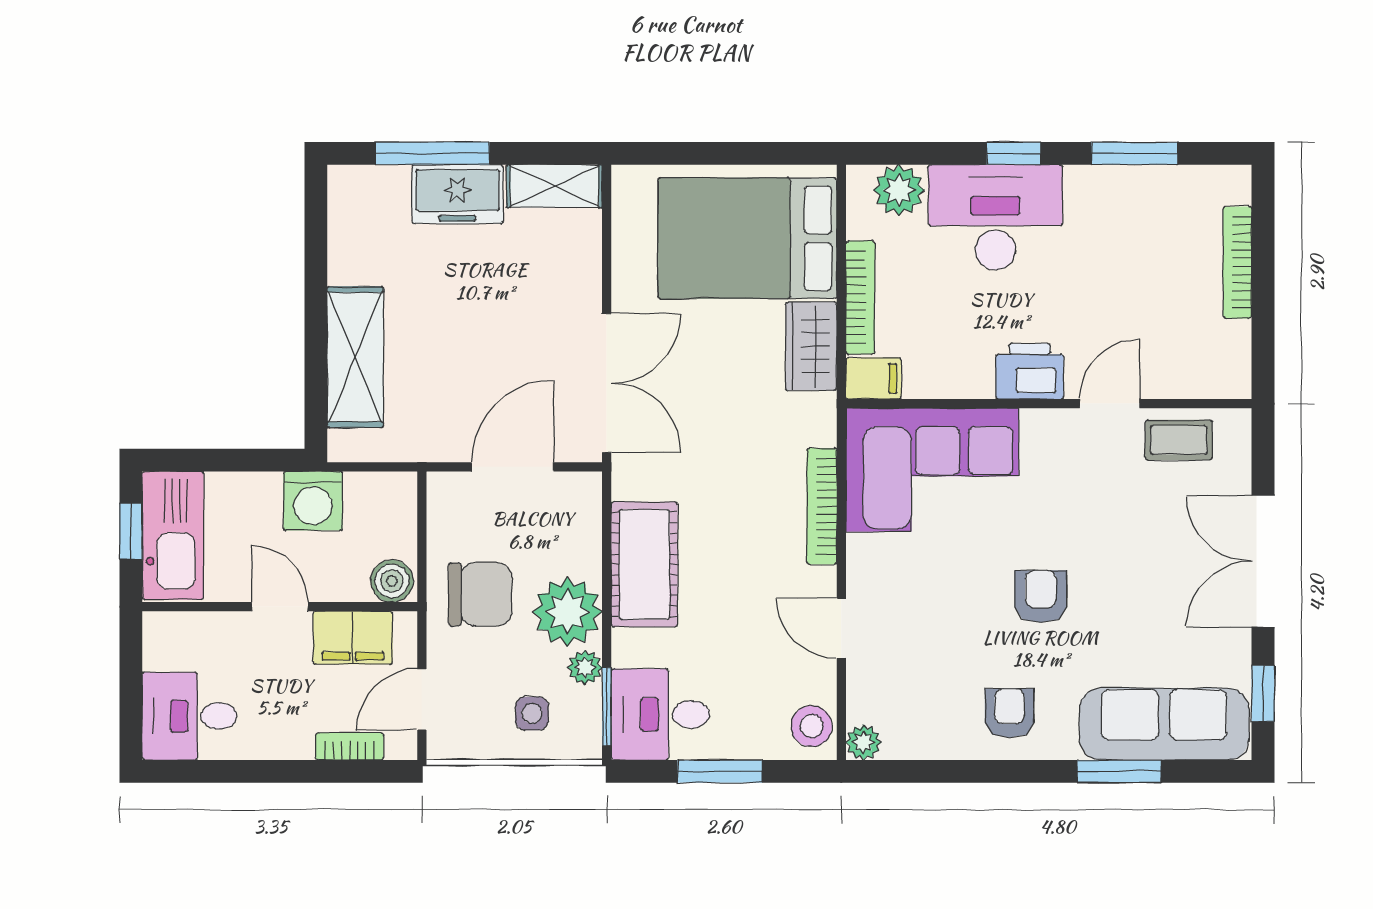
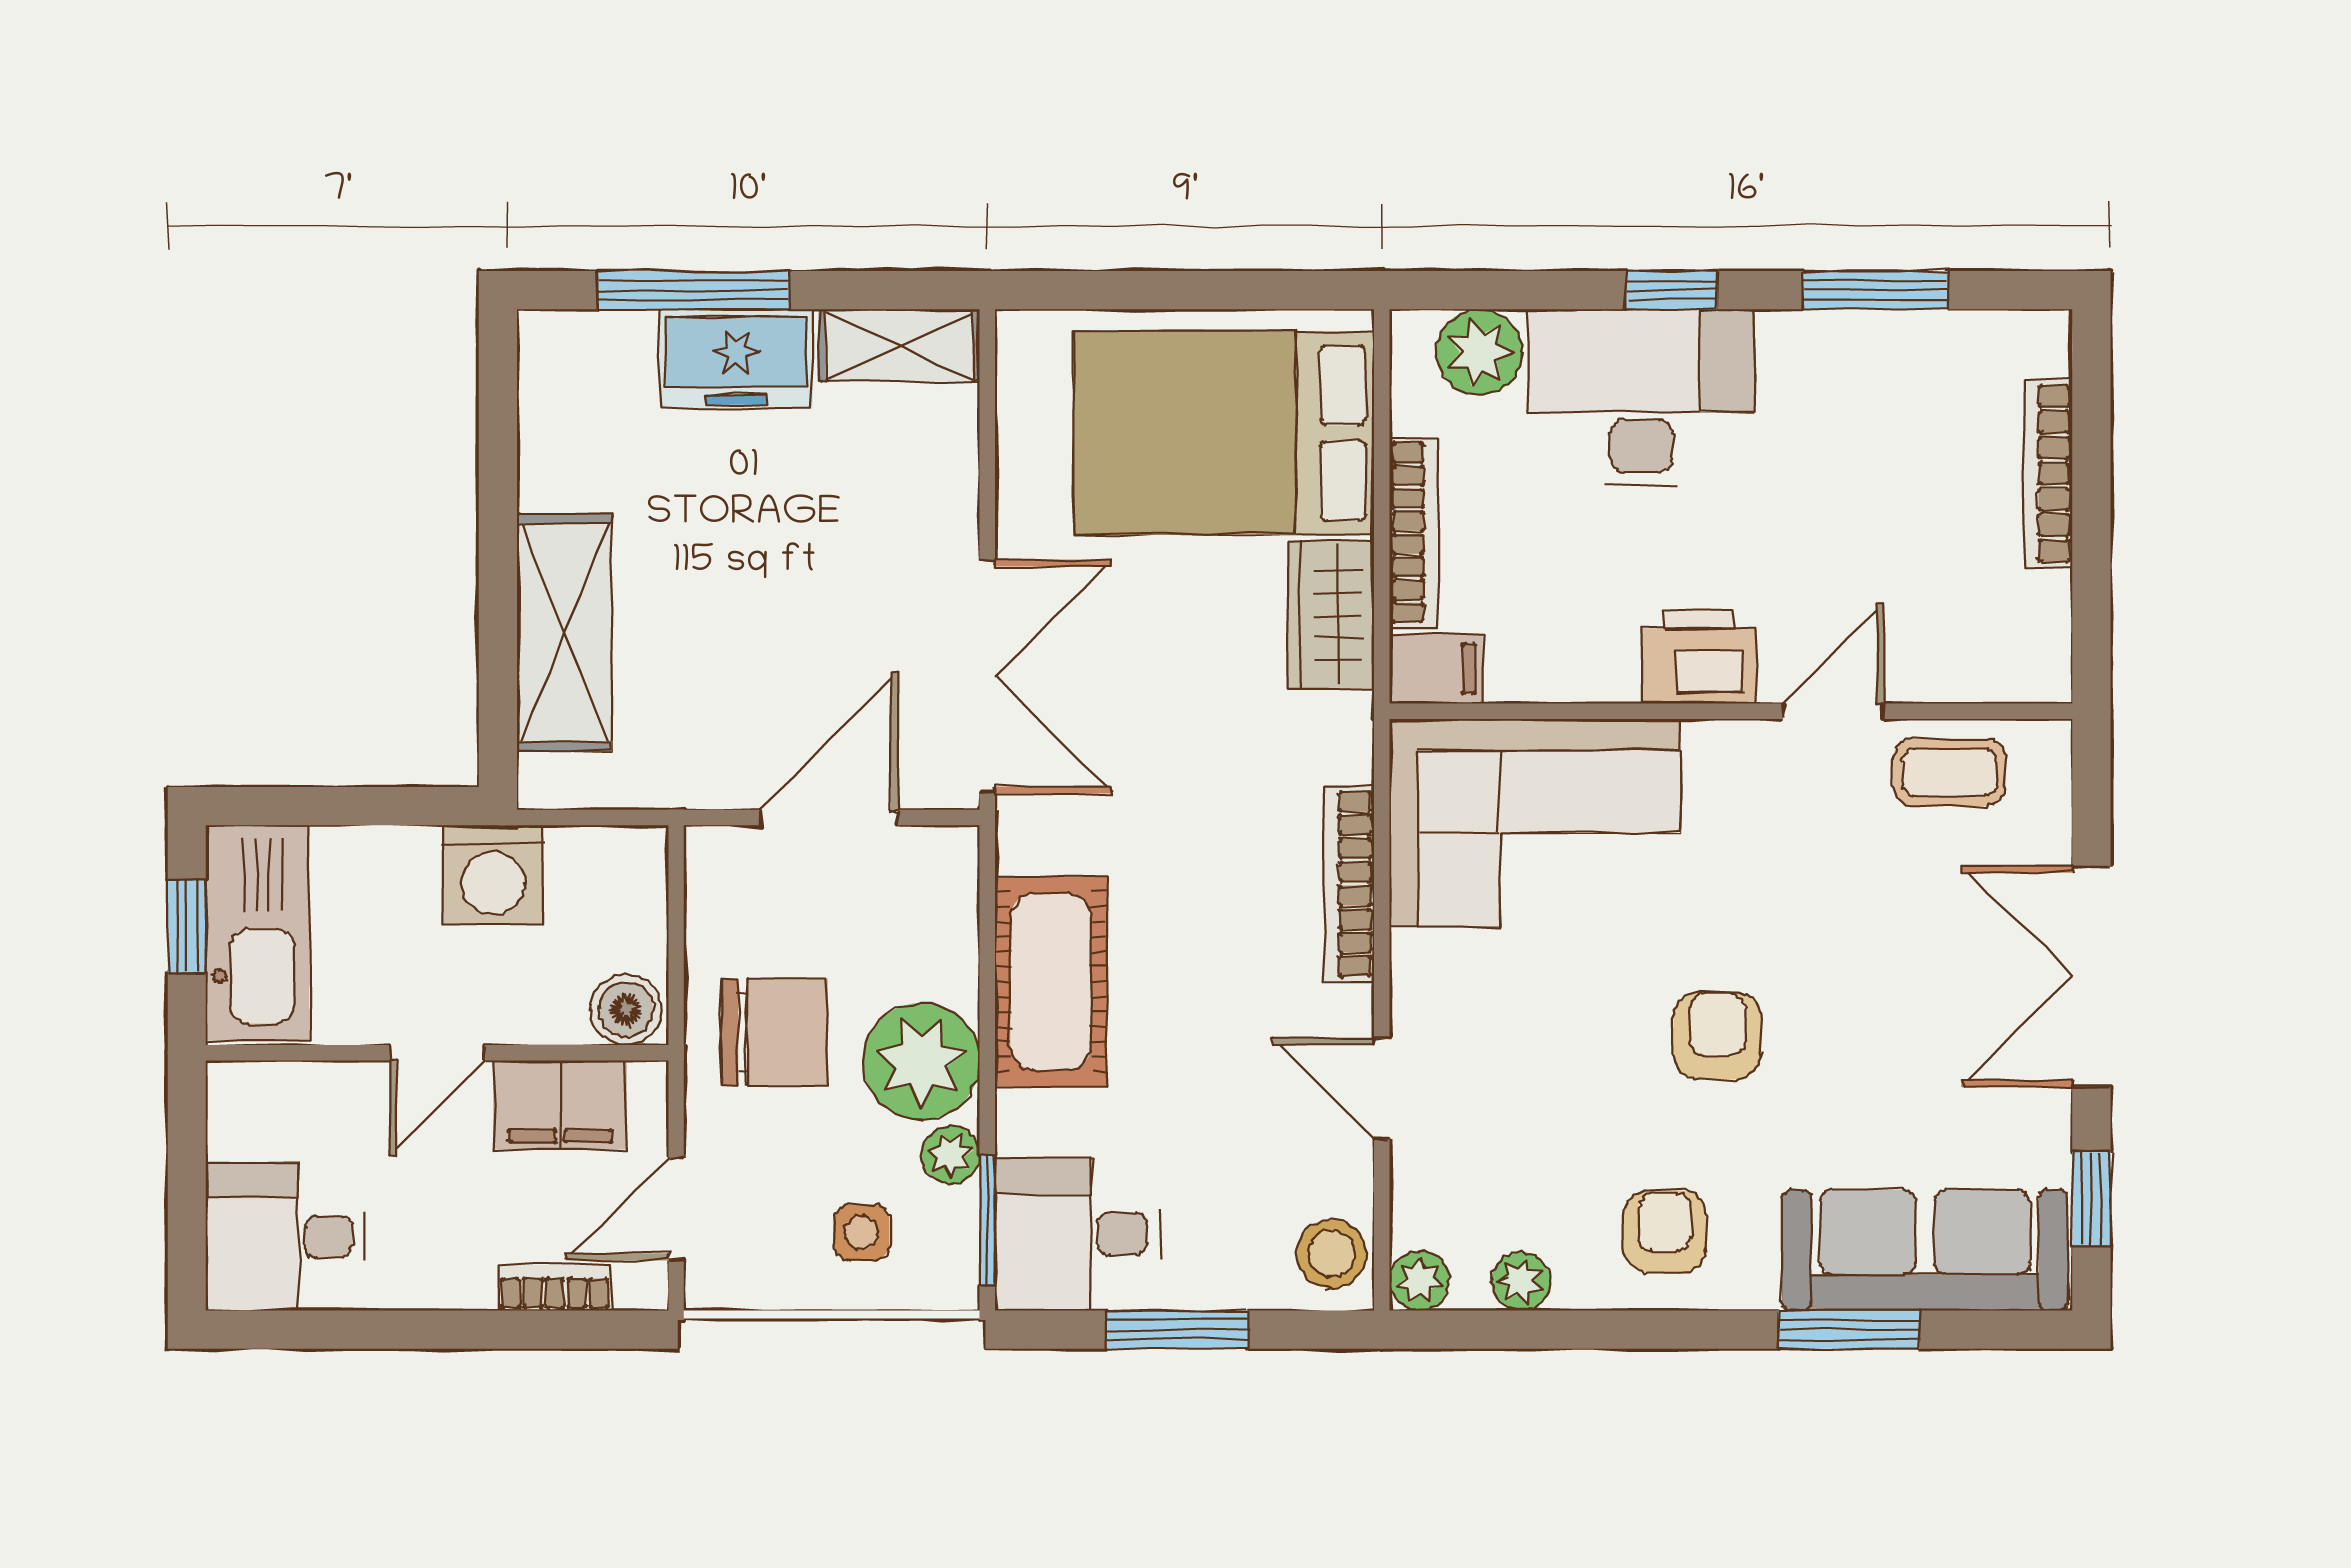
door: (280, 607) -> (437, 1053), swing flipped
plant: (924, 743) -> (1521, 1281), added

